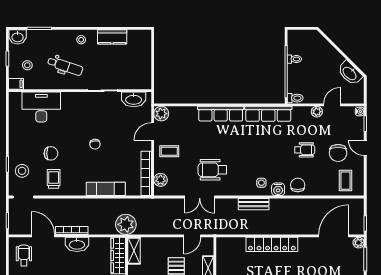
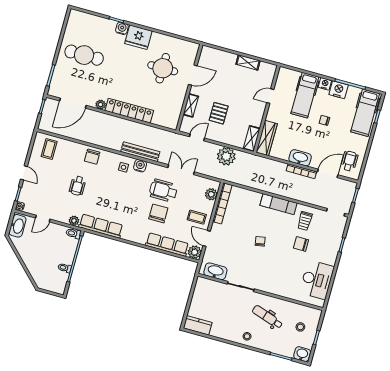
kitchen counter: (112, 37) -> (198, 325), moved
washbasin: (350, 73) -> (17, 226), moved, turned 45
filing cabinet: (16, 84) -> (315, 313), removed
desk: (41, 107) -> (317, 280), moved, turned -90
plant: (317, 112) -> (74, 221), moved
row of seats: (221, 114) -> (167, 245), moved
door: (153, 132) -> (207, 238), swing flipped
wheelchair: (305, 150) -> (78, 186), turned -90
chair: (338, 153) -> (158, 213), moved
wheelchair: (212, 170) -> (163, 191), turned 180
stool: (22, 171) -> (331, 236), removed
exam couch: (106, 189) -> (278, 204), moved
water cooler: (278, 189) -> (140, 166), moved
bench: (254, 204) -> (140, 152), width x1.36
plant: (126, 224) -> (226, 156), moved
door: (43, 236) -> (328, 173), swing flipped
plant: (359, 243) -> (101, 105), moved
wheelchair: (24, 255) -> (349, 161), turned 180

